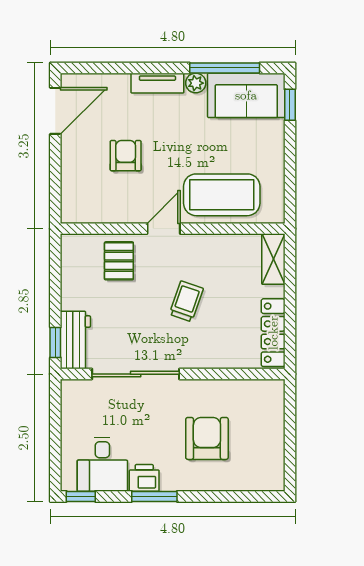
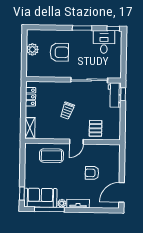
armchair: (126, 156) -> (92, 173), turned 90
coffee table: (222, 195) -> (51, 156), width x0.73, depth x0.76
locker: (273, 333) -> (31, 97), width x0.66
armchair: (207, 438) -> (59, 52), turned -90
plant: (270, 444) -> (32, 49), added
printer: (144, 478) -> (86, 36), removed

